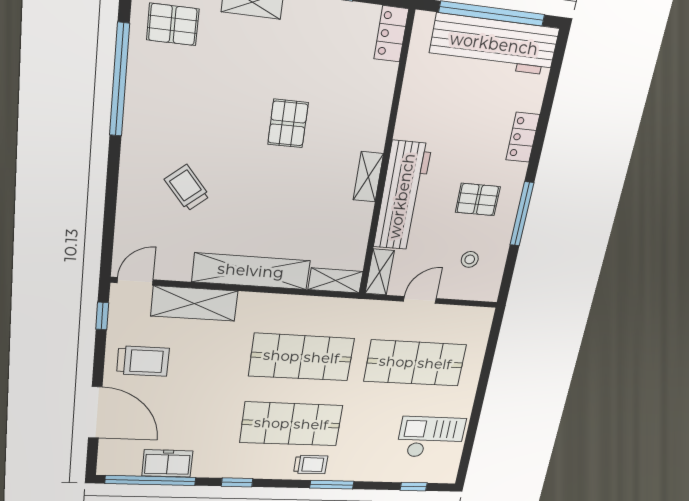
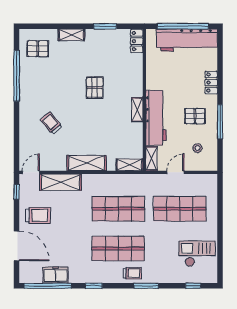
shelving: (251, 271) -> (87, 163), width x0.68

